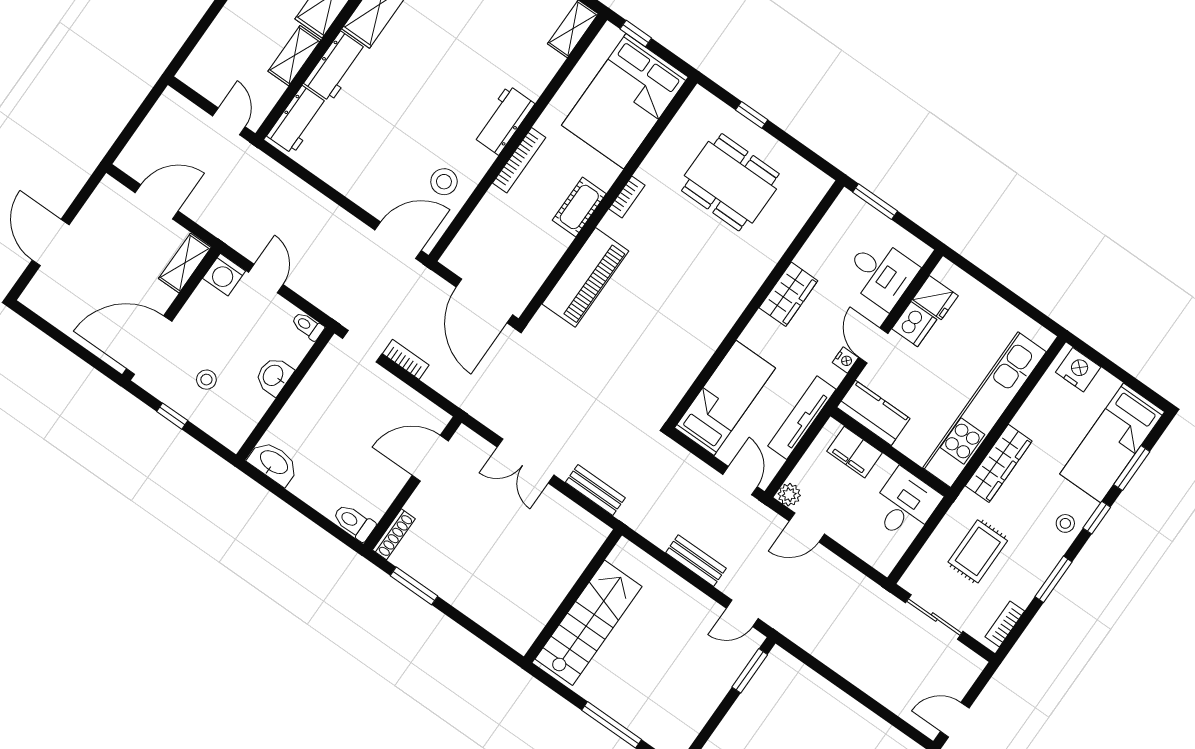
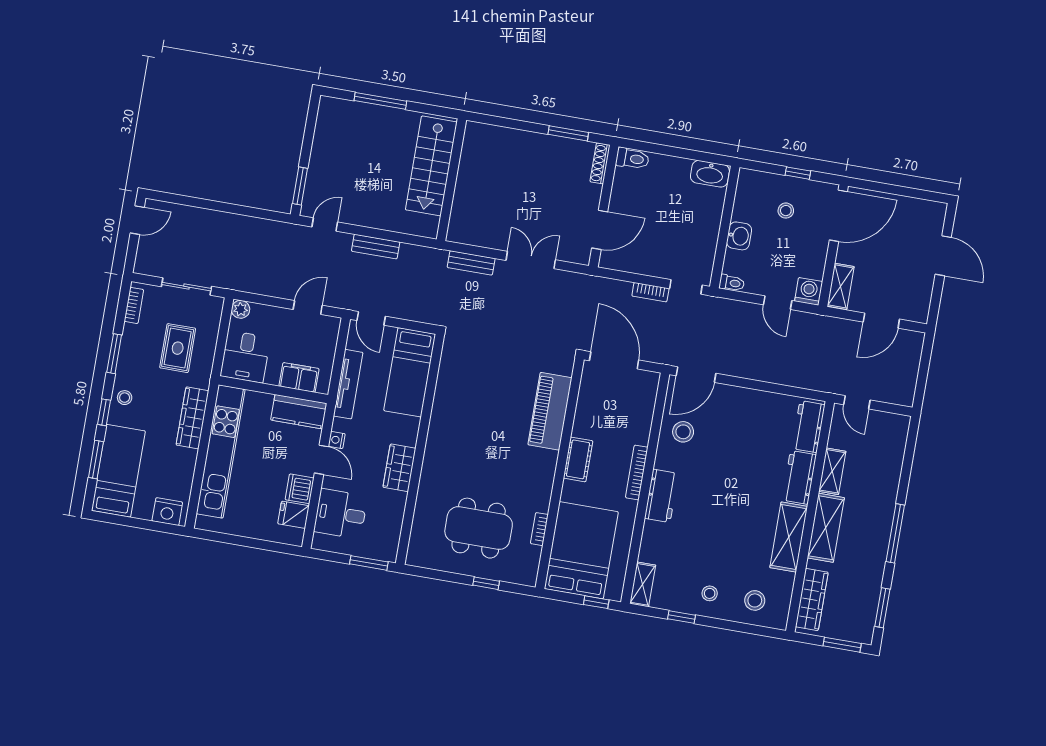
bookcase: (627, 197) -> (539, 529), moved
plant: (789, 495) -> (241, 309), moved

